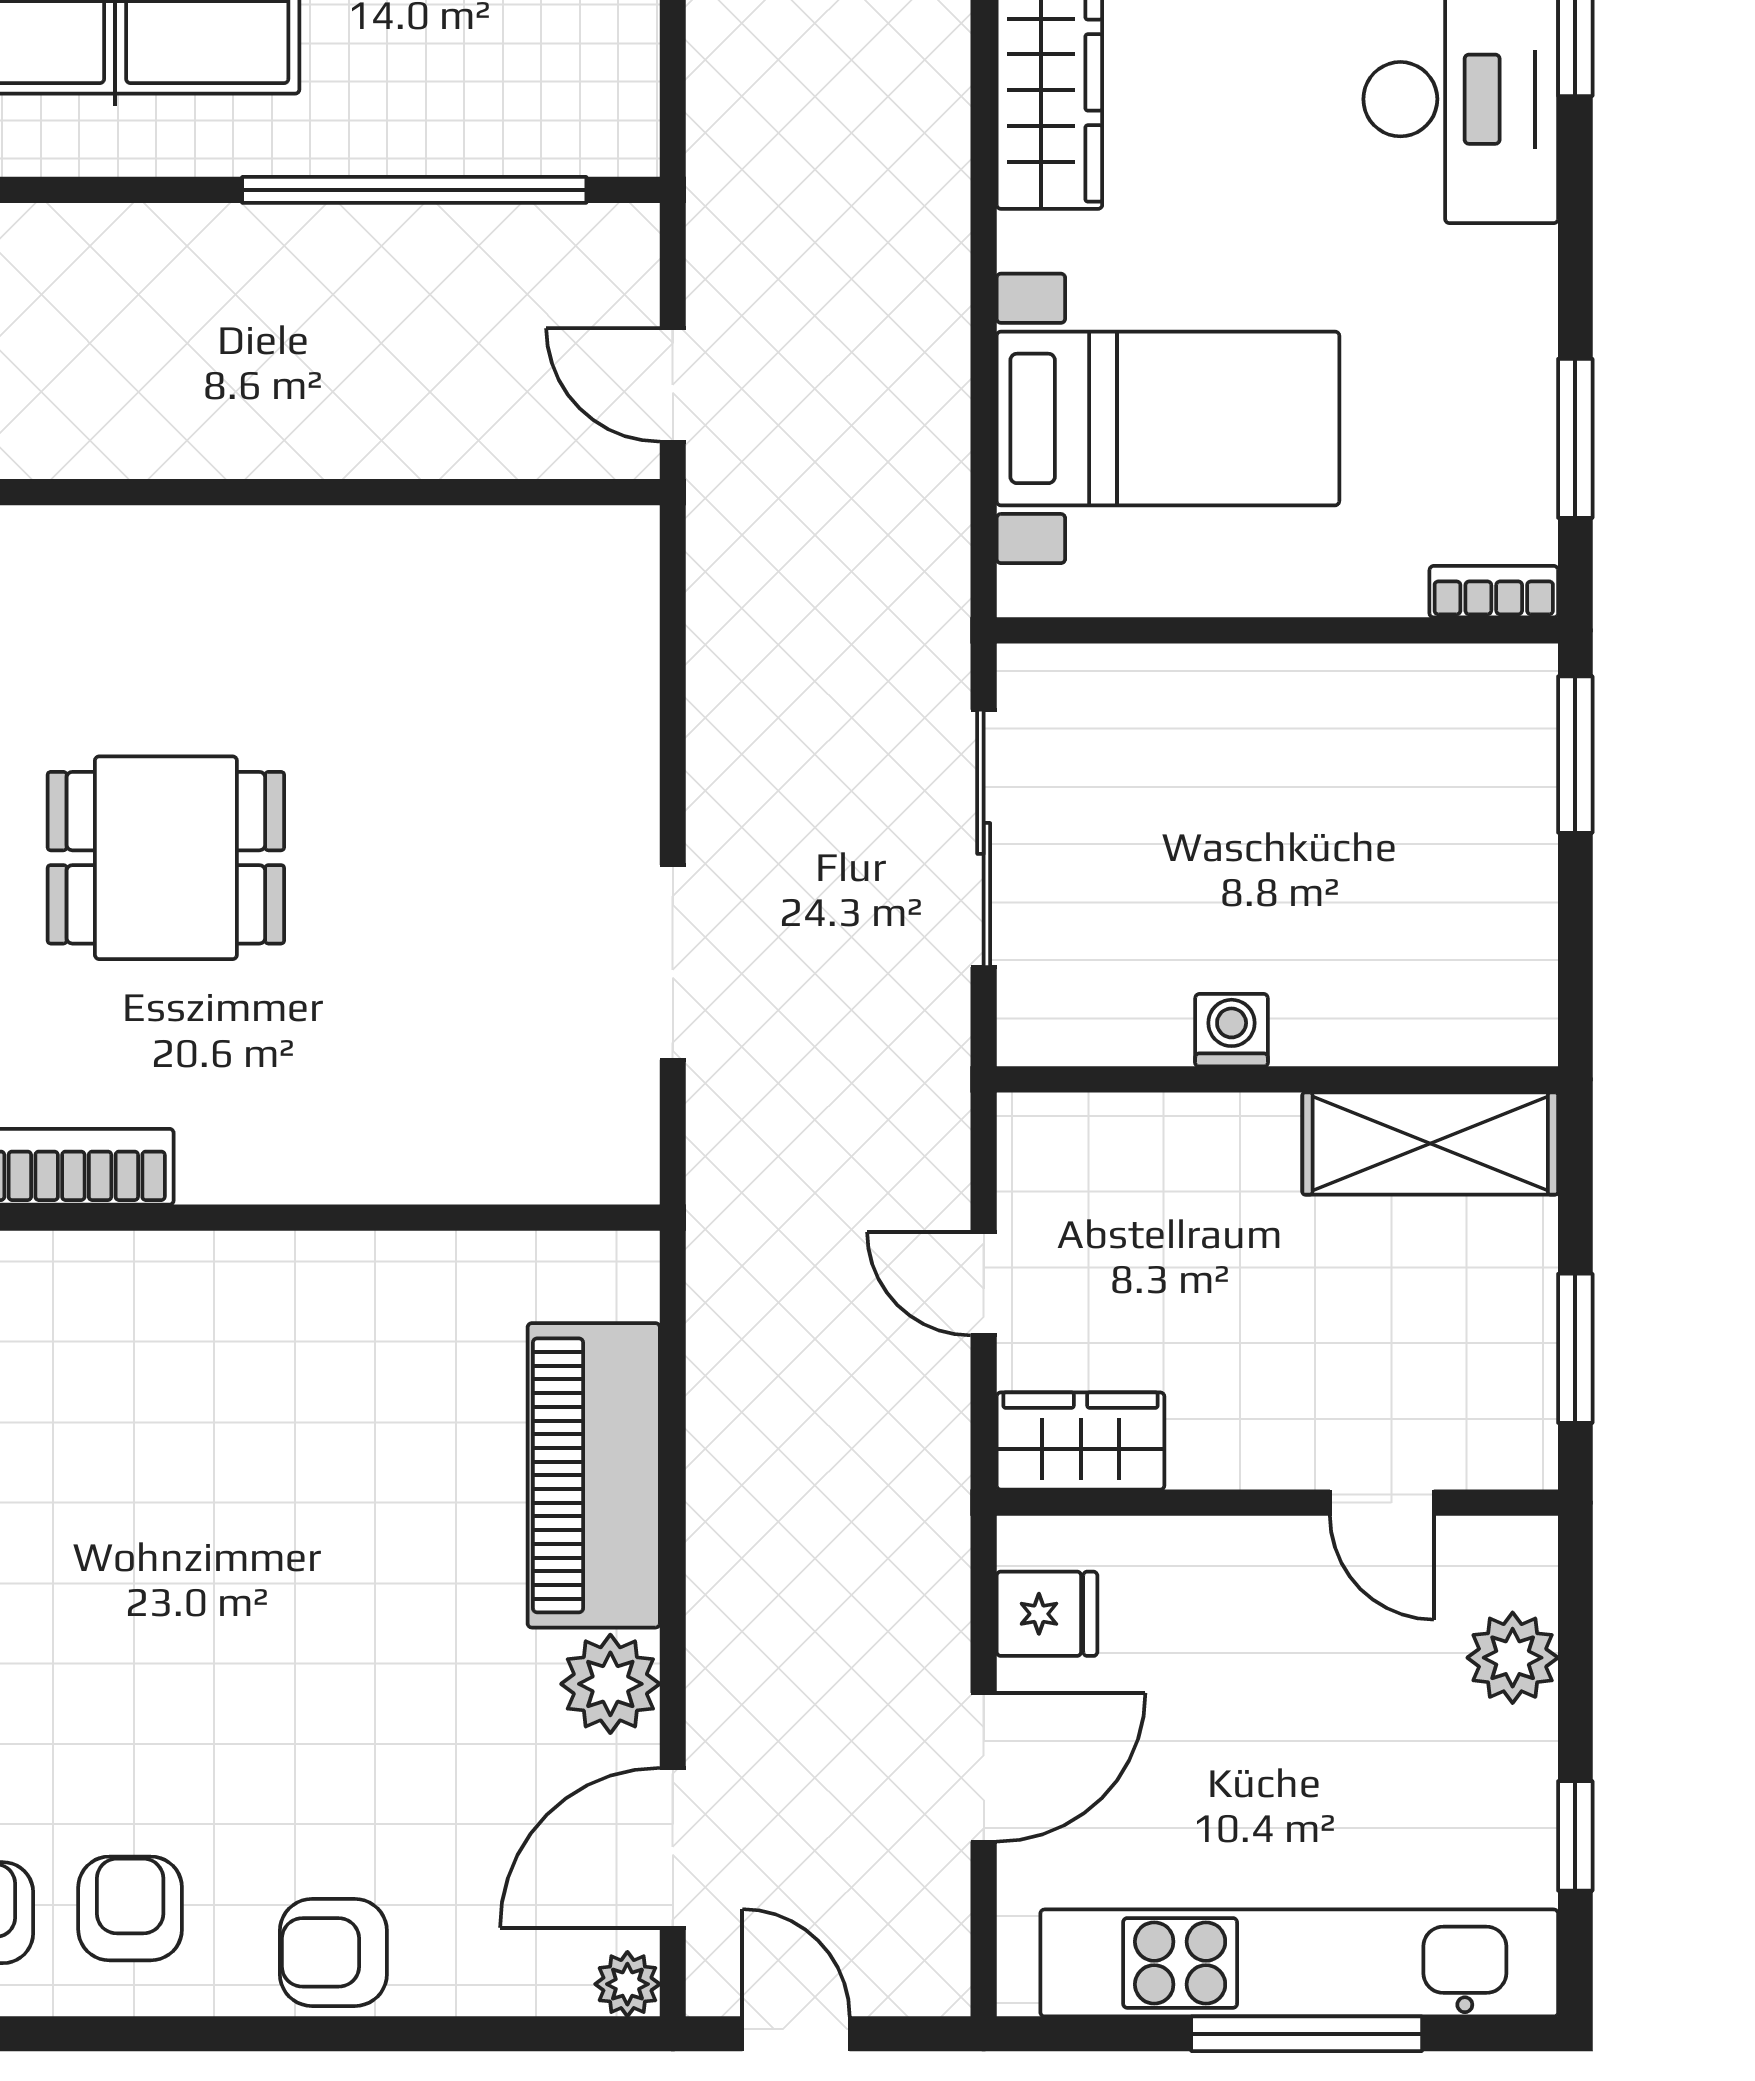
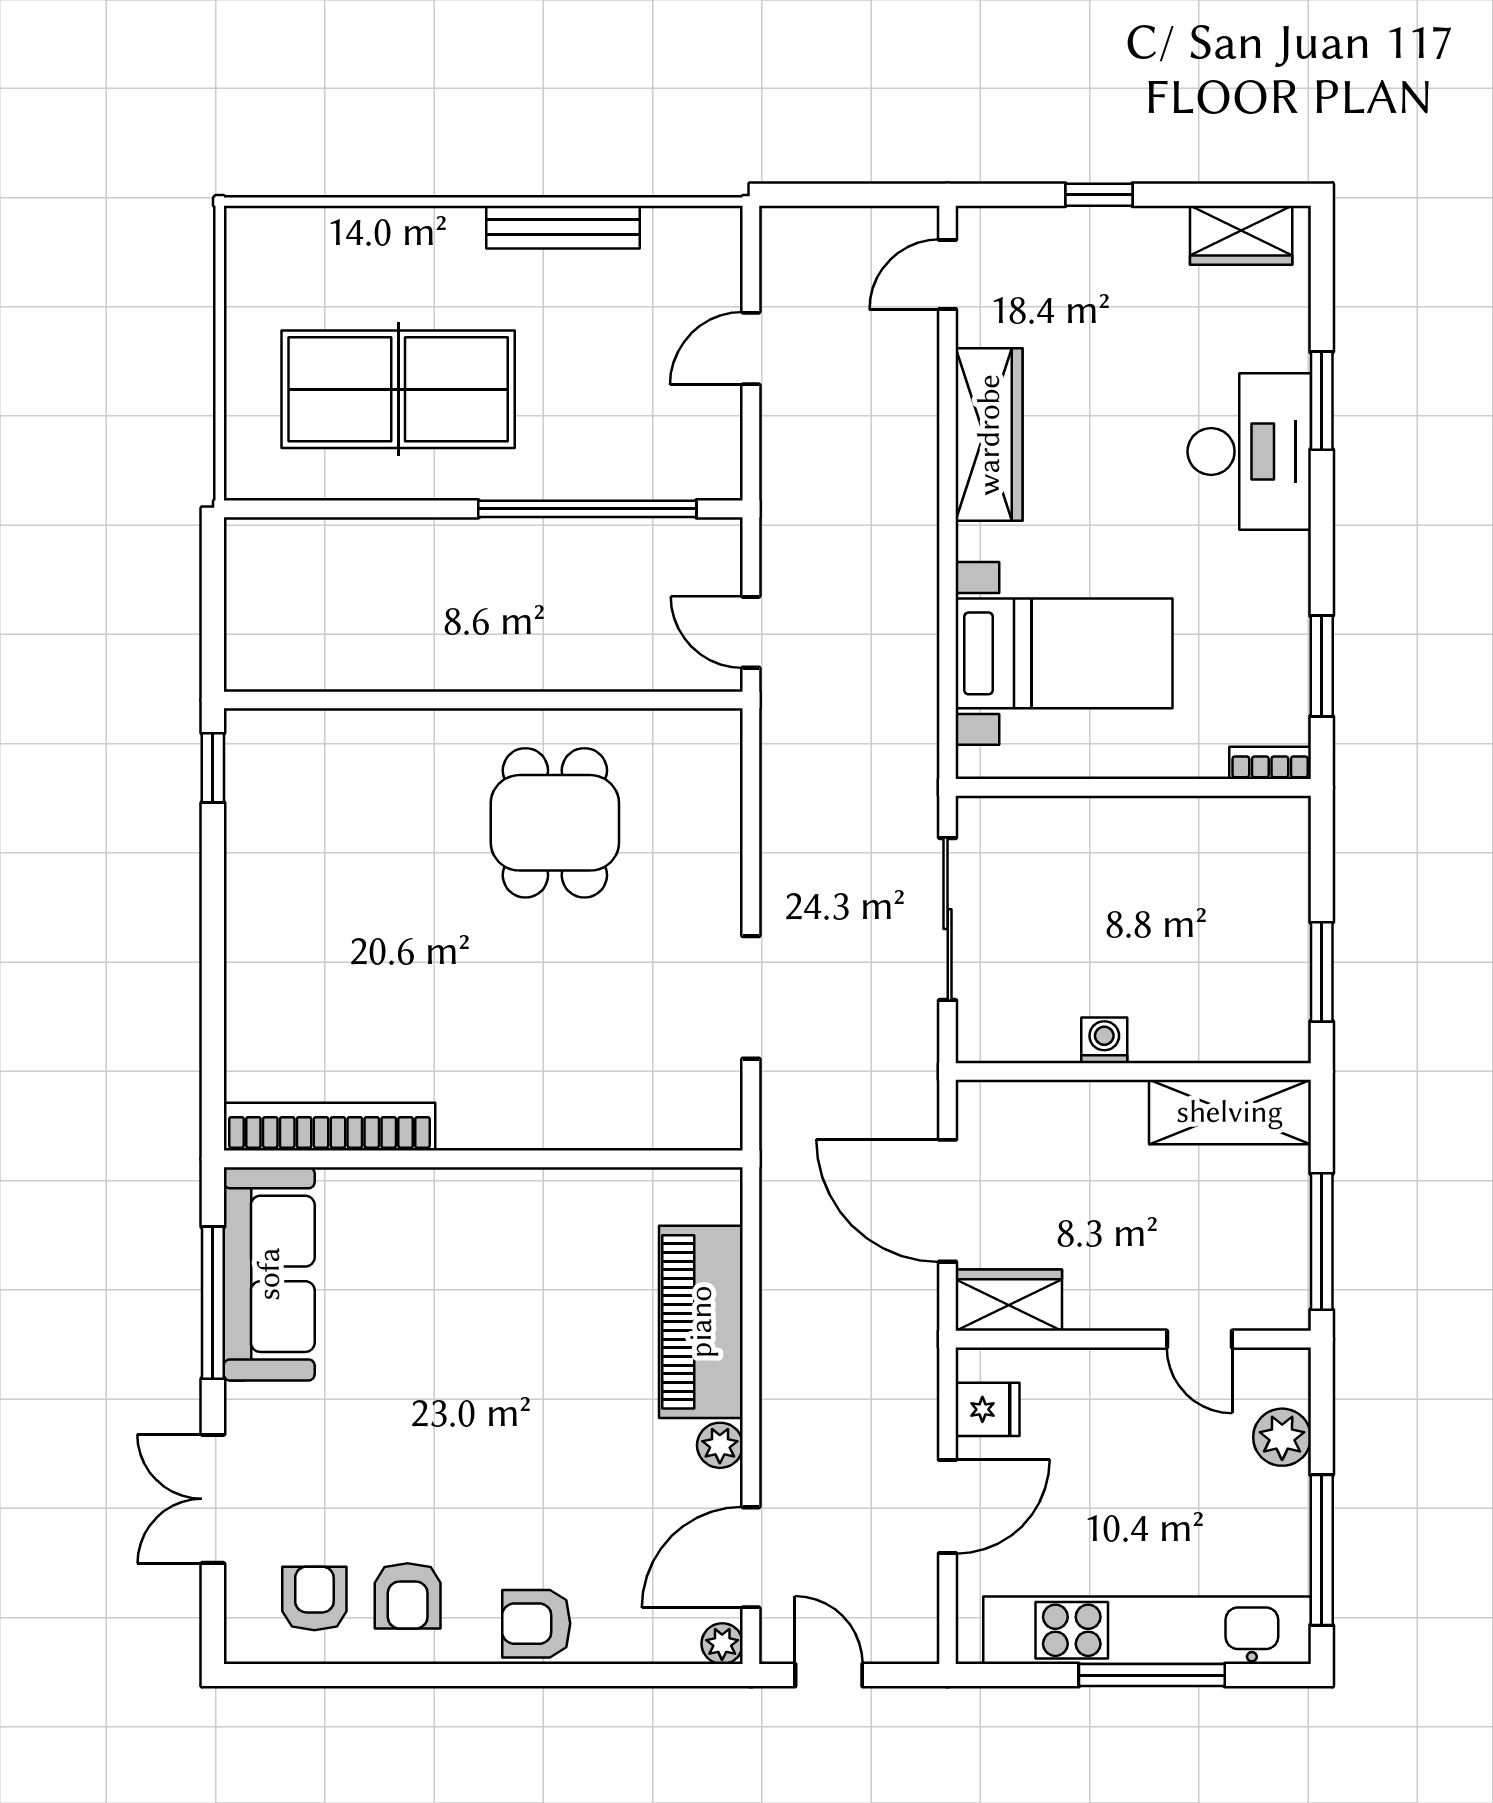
window: (1575, 755) -> (1322, 972), moved
dining table: (166, 858) -> (555, 823), moved, turned 90
door: (984, 1284) -> (948, 1201), width x1.88
window: (1575, 1348) -> (1322, 1242), width x1.44
plant: (610, 1684) -> (720, 1445), width x0.73, depth x0.73
window: (1575, 1836) -> (1322, 1550), width x2.17
armchair: (130, 1908) -> (408, 1596), turned 180

